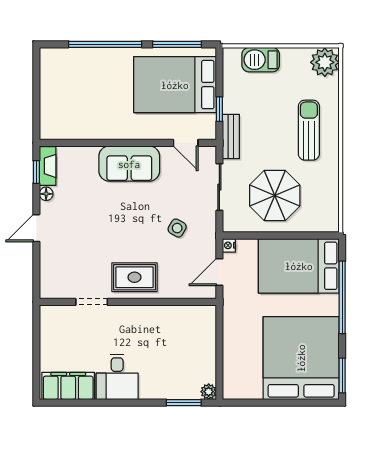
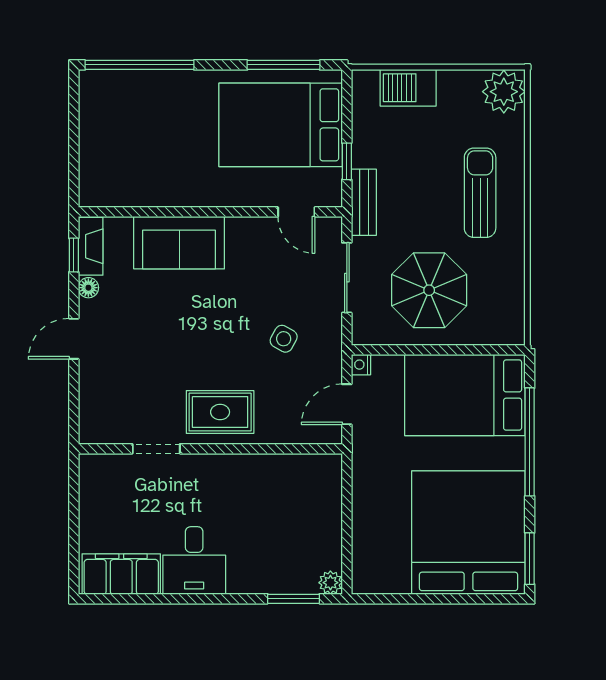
window: (105, 44) -> (139, 65), moved
sofa: (129, 164) -> (179, 243), moved

